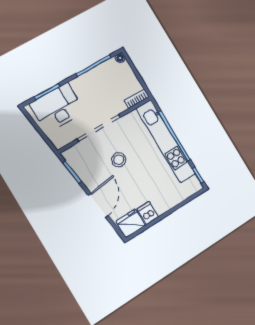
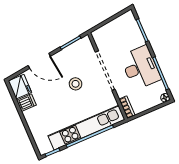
desk: (57, 108) -> (140, 68), moved

